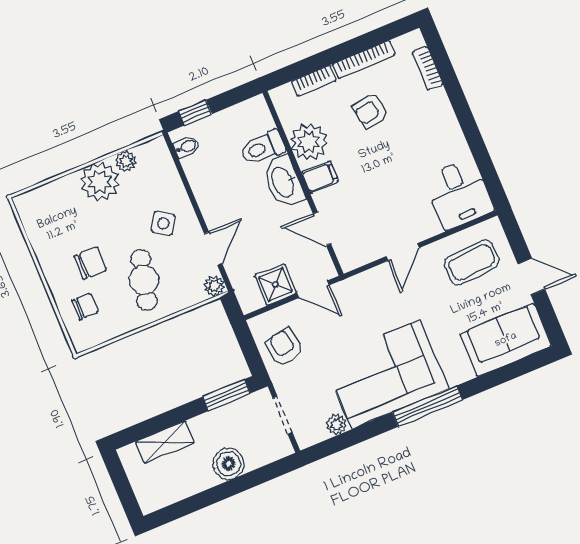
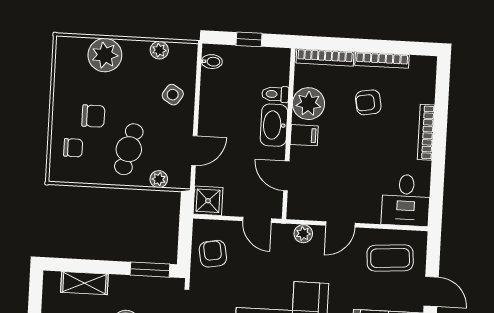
bookcase: (427, 68) -> (426, 132), moved, width x1.56
bookcase: (314, 81) -> (325, 57), width x1.56
window: (195, 113) -> (249, 39), moved
toilet: (262, 148) -> (275, 94), width x0.73, depth x0.72
plant: (100, 182) -> (105, 55), moved
side table: (163, 223) -> (173, 95), moved
plant: (369, 280) -> (303, 234), added
shower: (275, 284) -> (208, 201), moved
plant: (214, 286) -> (159, 179), moved

